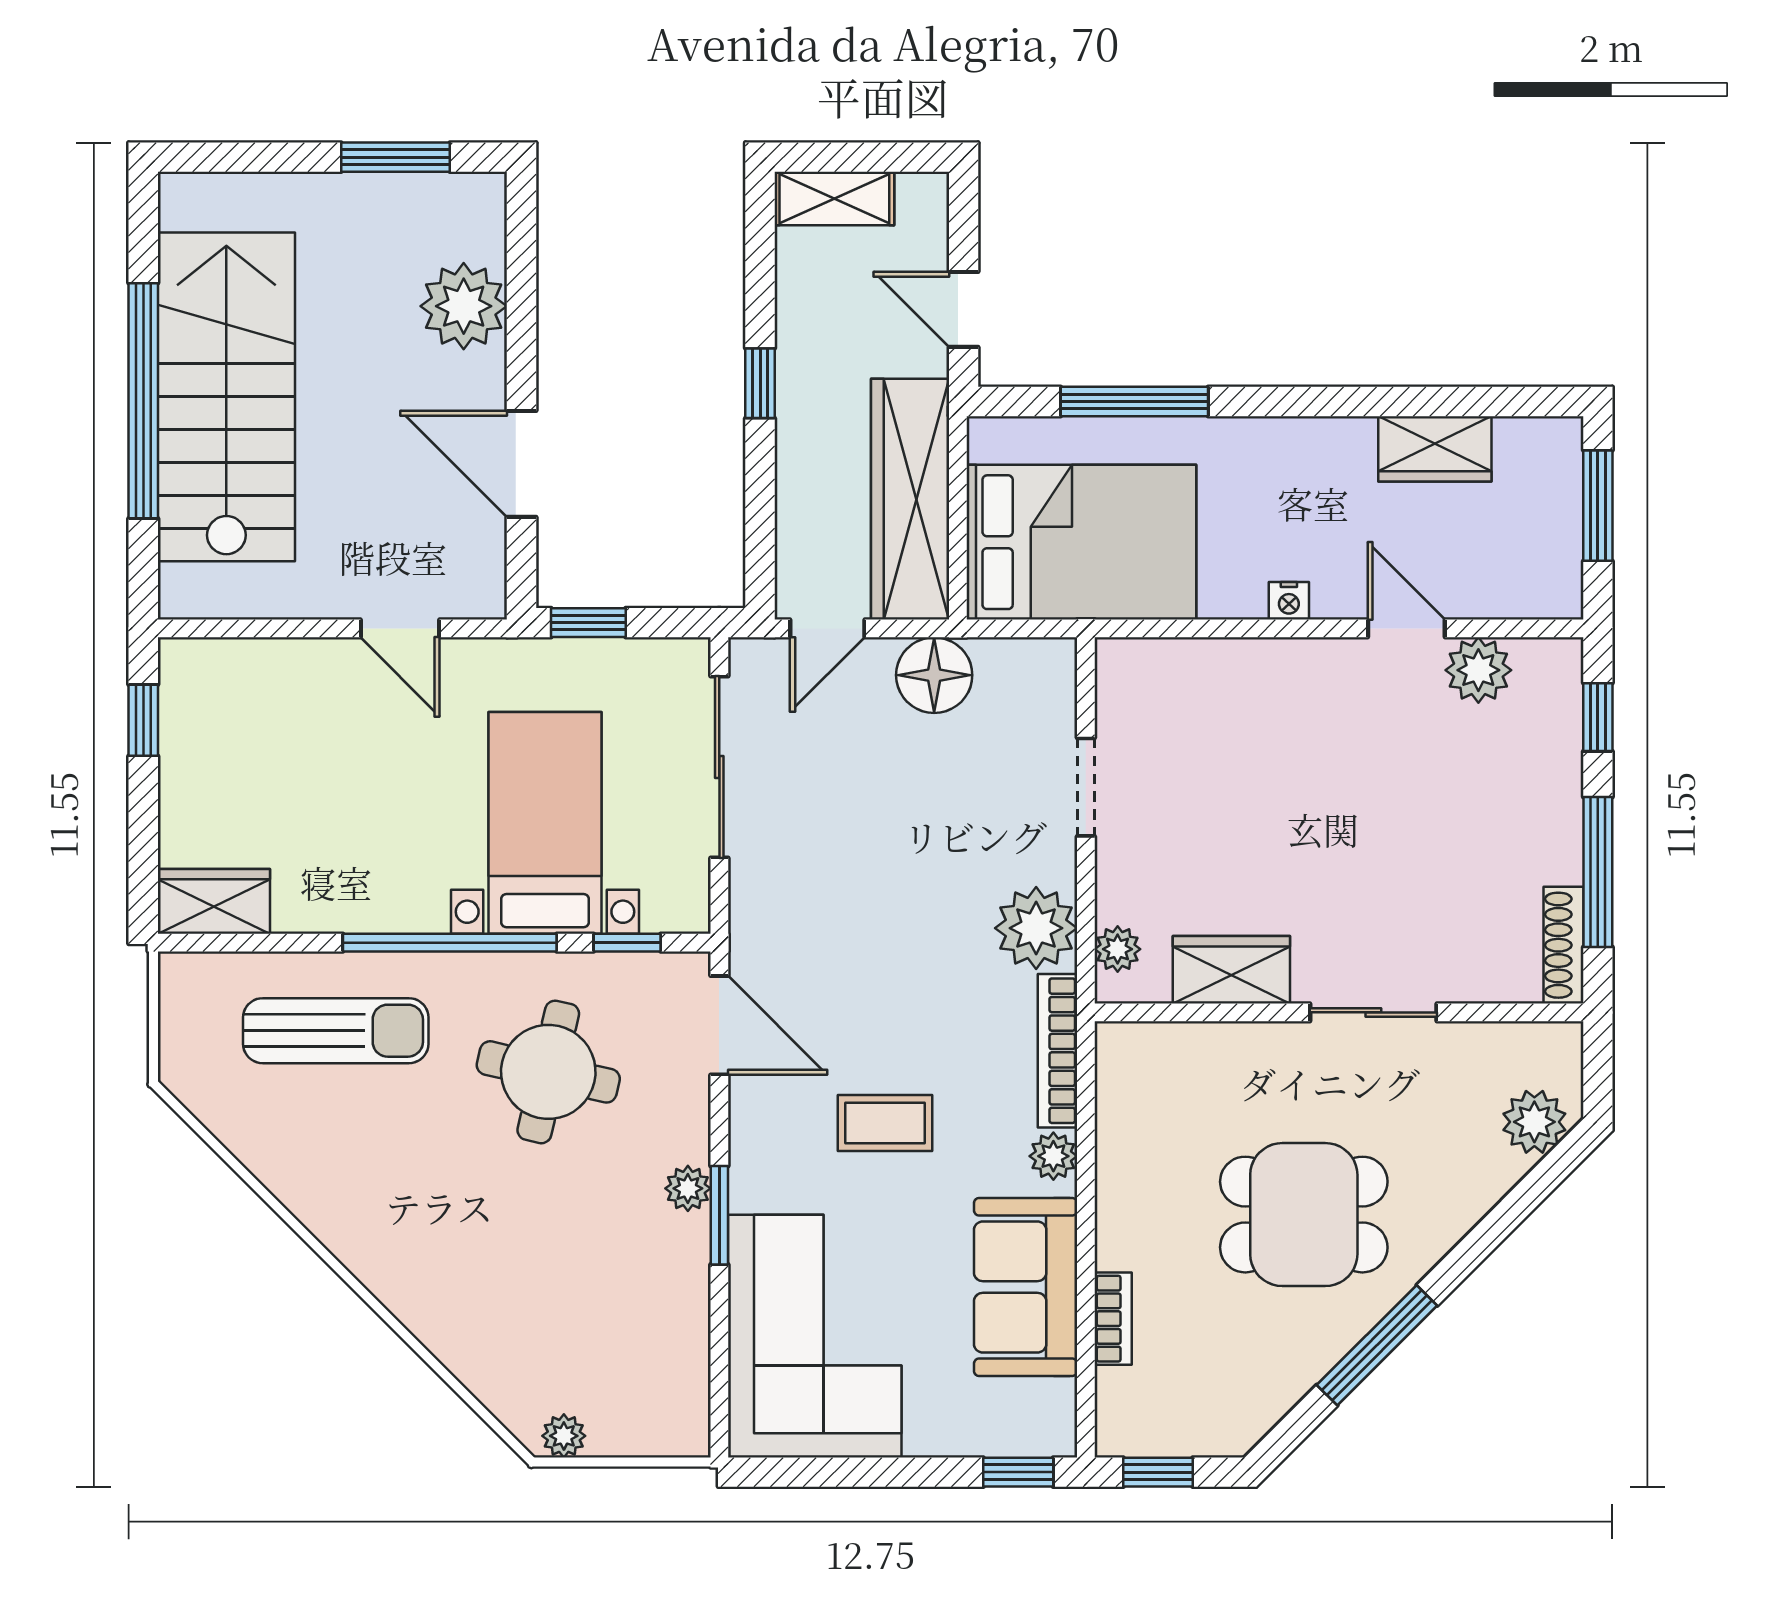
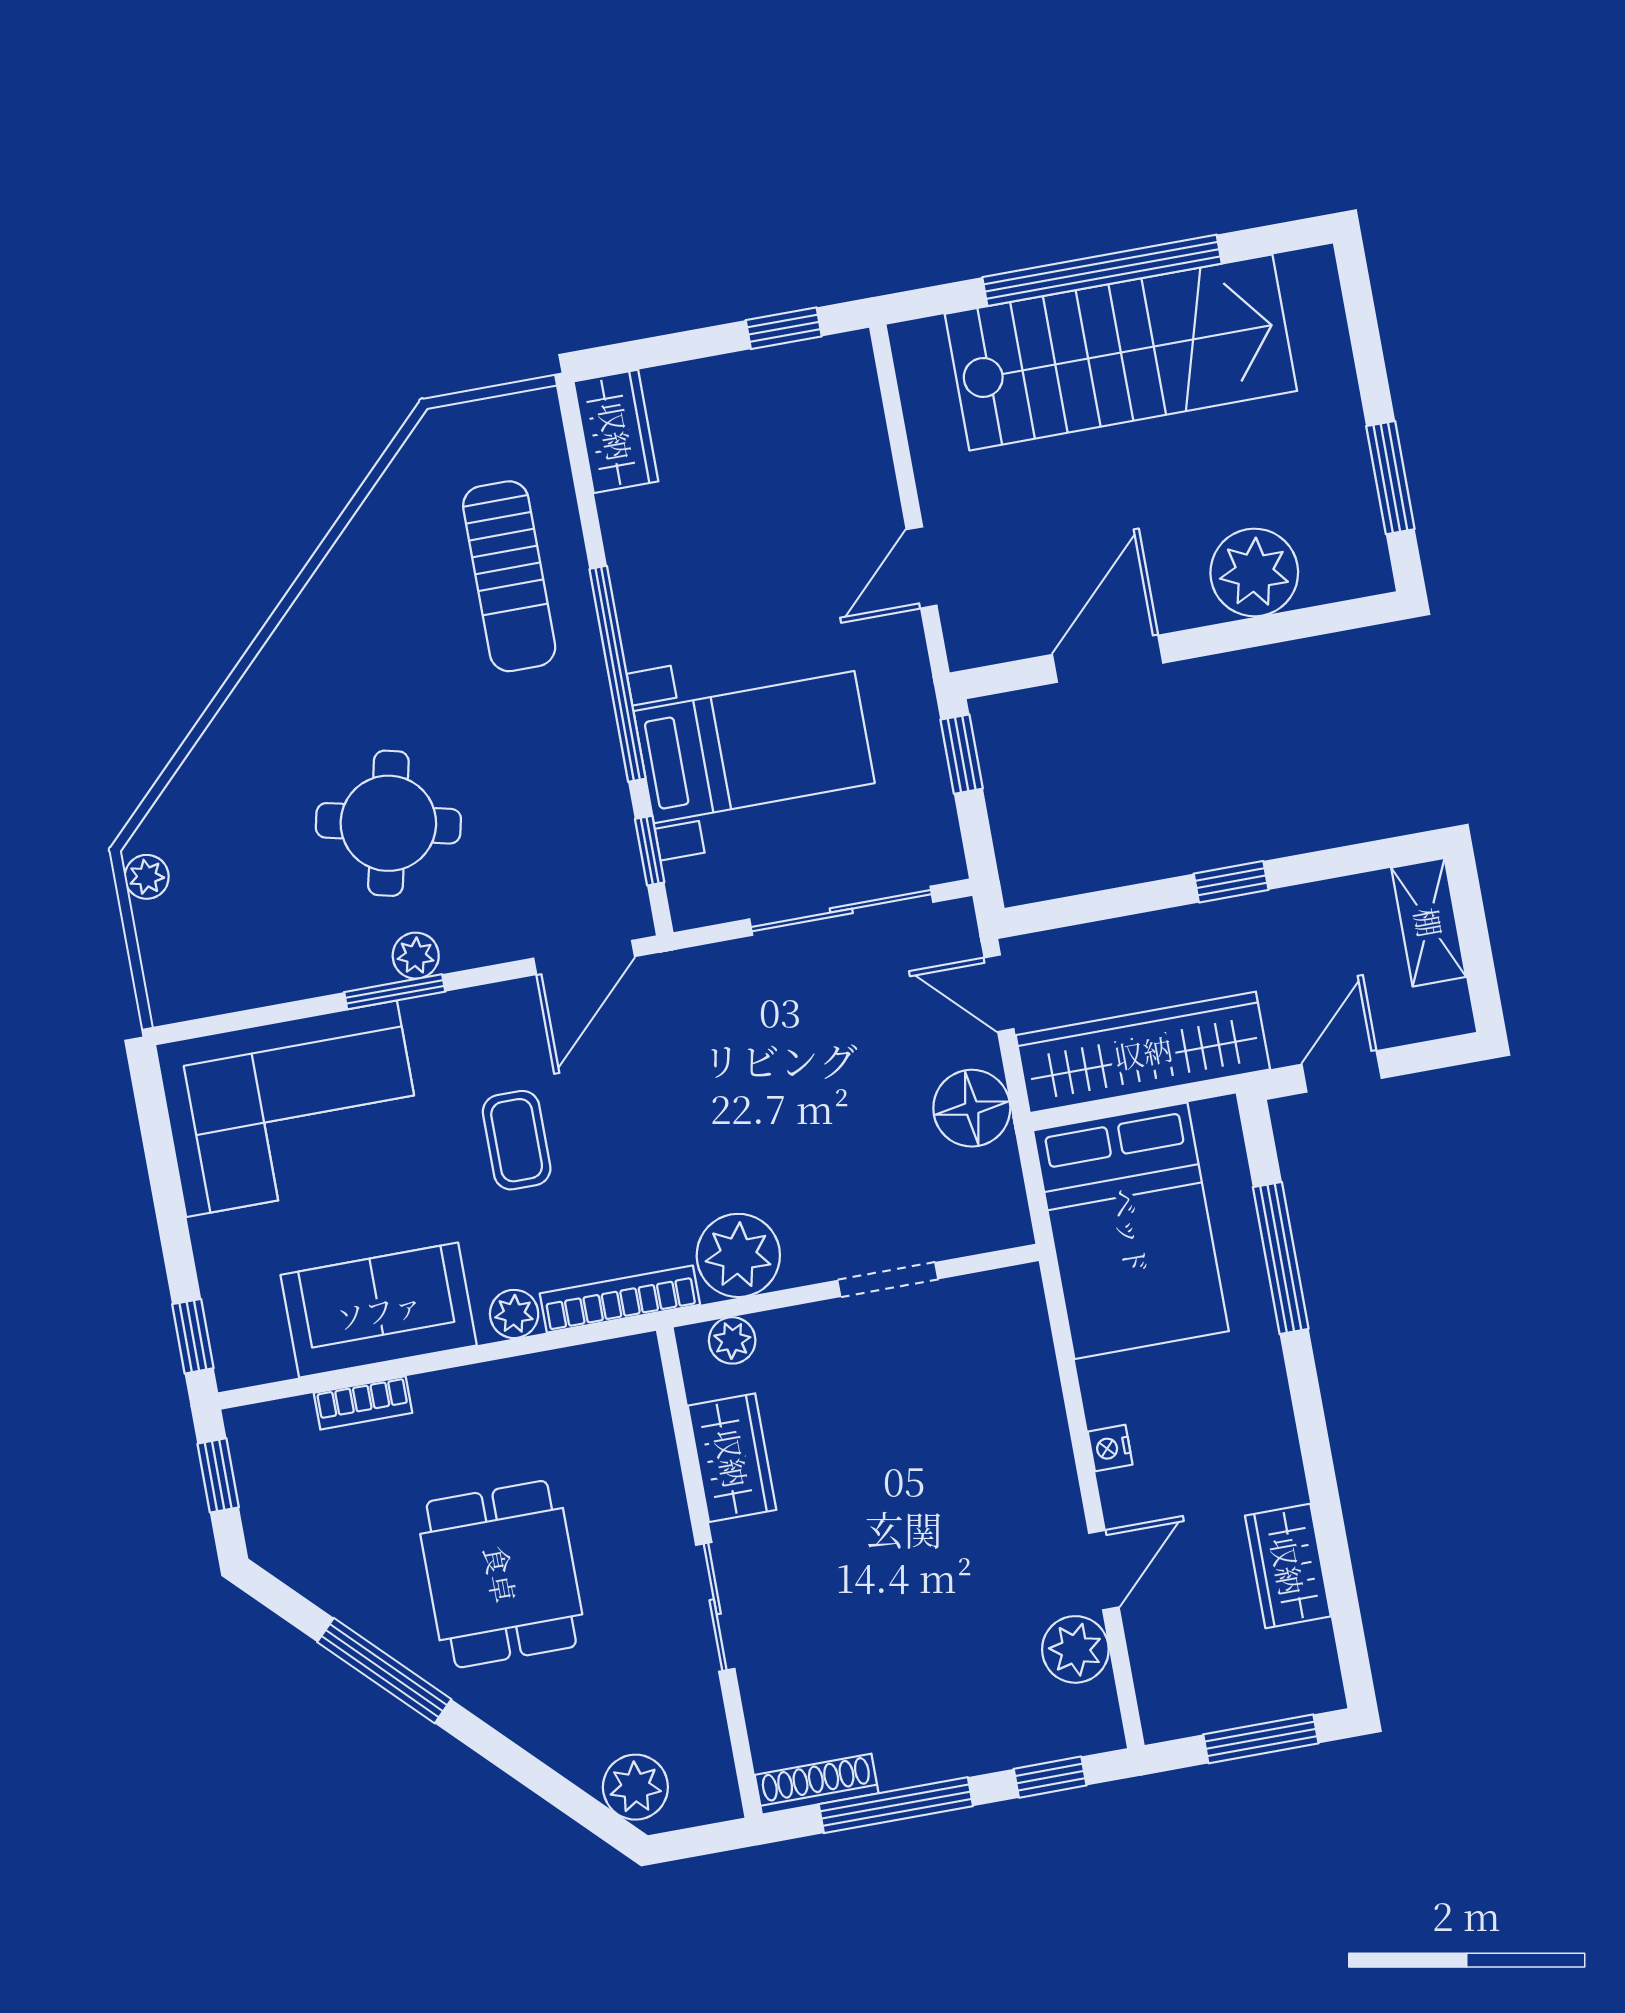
round table: (548, 1072) -> (388, 823), moved

